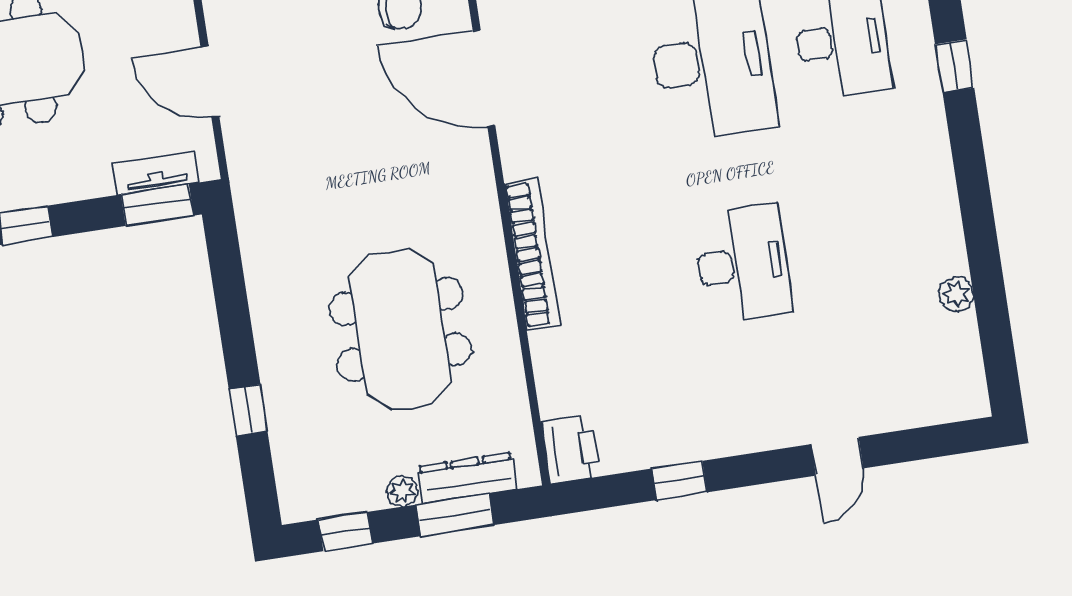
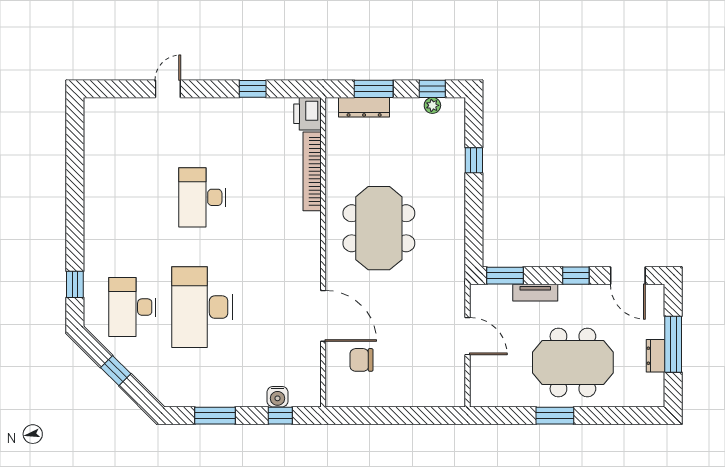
tv unit: (156, 173) -> (535, 293), moved
bookcase: (532, 254) -> (312, 171), moved
plant: (956, 294) -> (92, 164), removed
meeting table: (400, 329) -> (379, 228), moved
plant: (402, 491) -> (432, 105), moved

